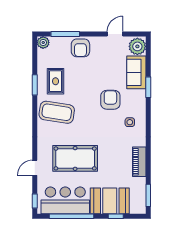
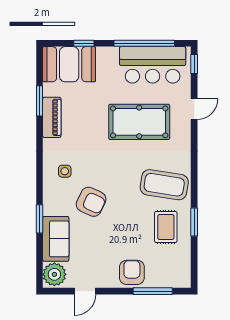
plant: (43, 42) -> (183, 280), removed
armchair: (110, 100) -> (91, 202), turned -65
window: (148, 195) -> (40, 101), moved
booth: (110, 201) -> (69, 64), moved

